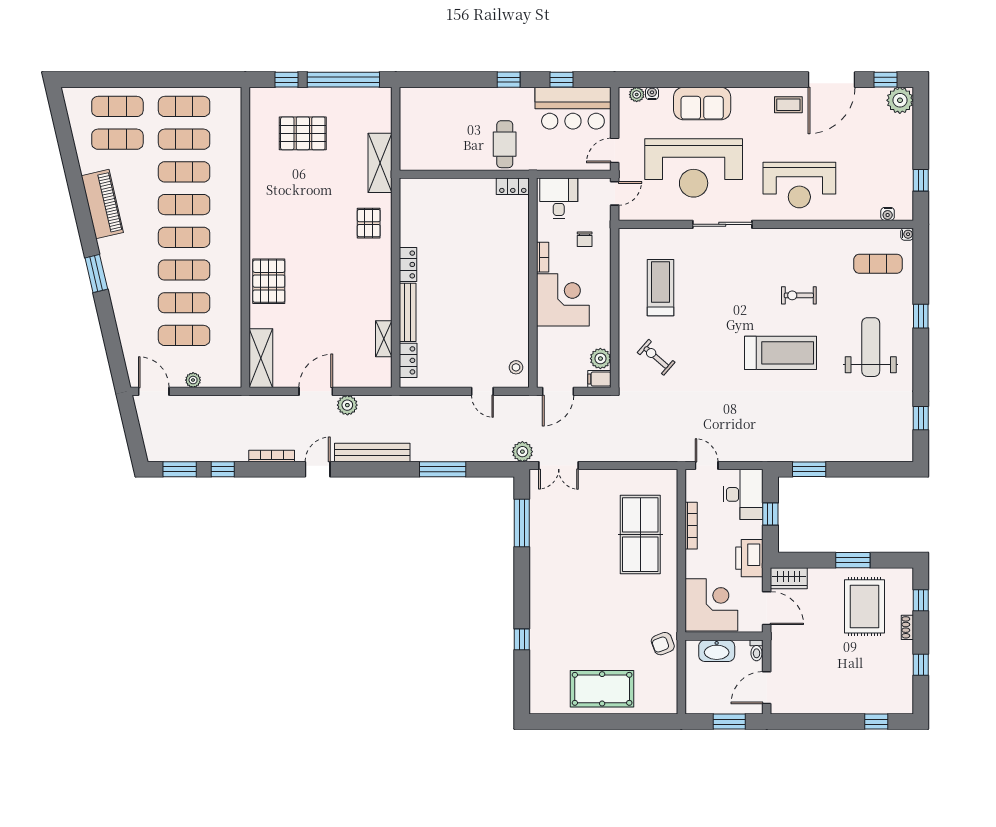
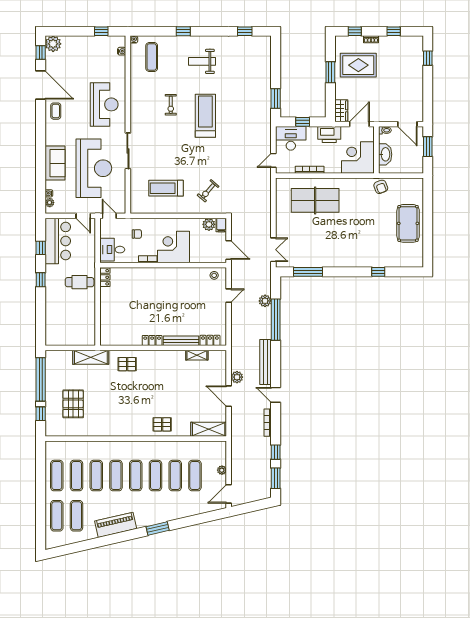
pallet: (269, 281) -> (162, 424), width x0.67, depth x0.71
weight bench: (871, 347) -> (202, 61), width x0.73, depth x0.75
plant: (522, 452) -> (265, 301), moved
window: (443, 469) -> (276, 320), width x1.46

